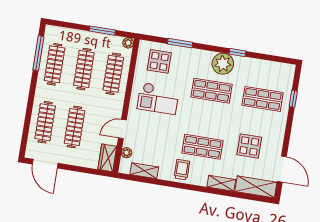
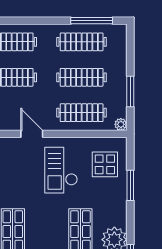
door: (122, 129) -> (32, 134), moved

